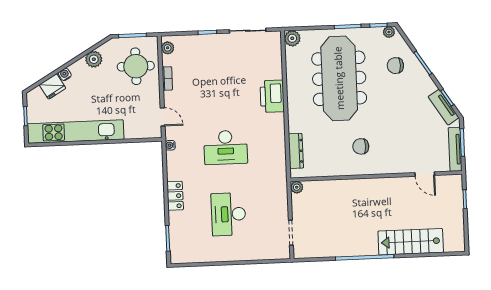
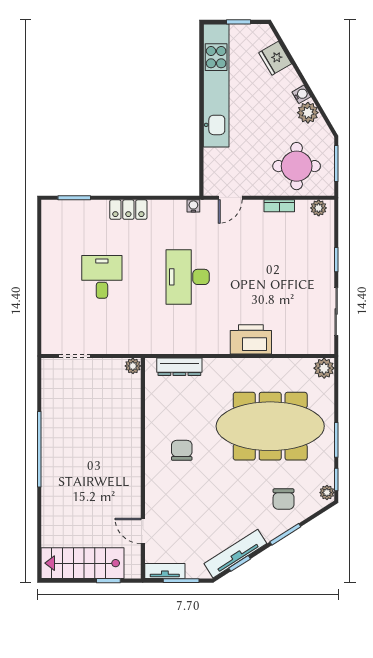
chair: (395, 66) -> (284, 499), turned 180
water cooler: (65, 74) -> (301, 94), moved
tv unit: (444, 107) -> (235, 554), width x1.41
tv unit: (455, 149) -> (165, 571), width x0.71
door: (425, 174) -> (143, 531), hinge flipped
desk: (228, 214) -> (102, 277), width x0.73
stairs: (411, 242) -> (83, 563), moved, turned -90

